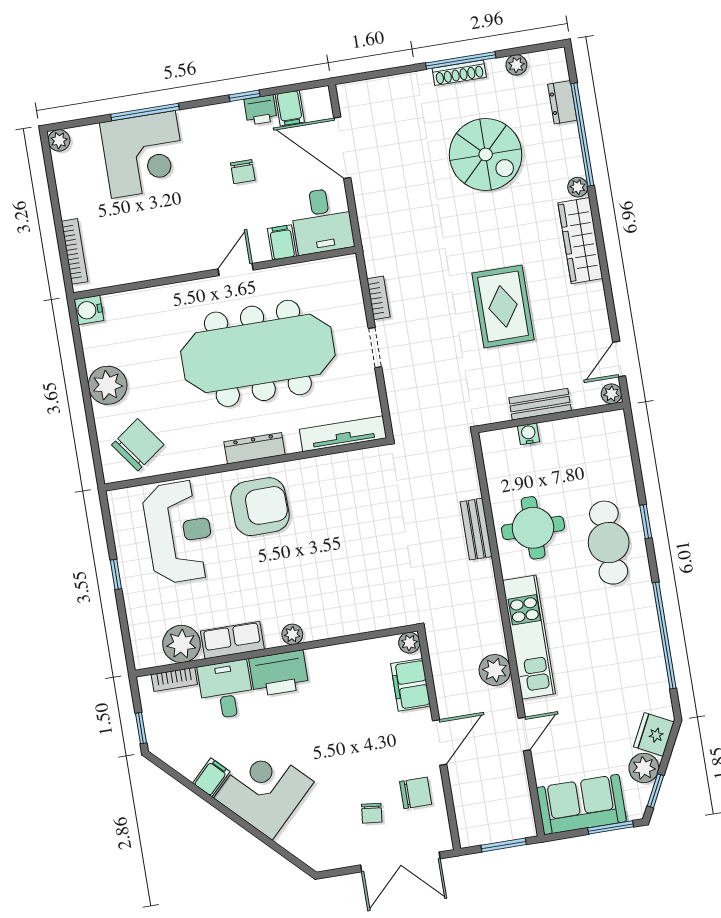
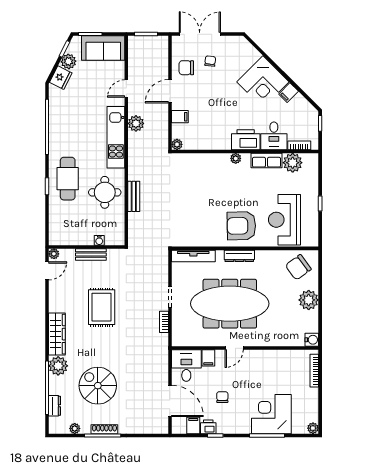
plant: (578, 187) -> (58, 366), width x1.87, depth x1.87
filing cabinet: (410, 685) -> (180, 117), width x0.50

